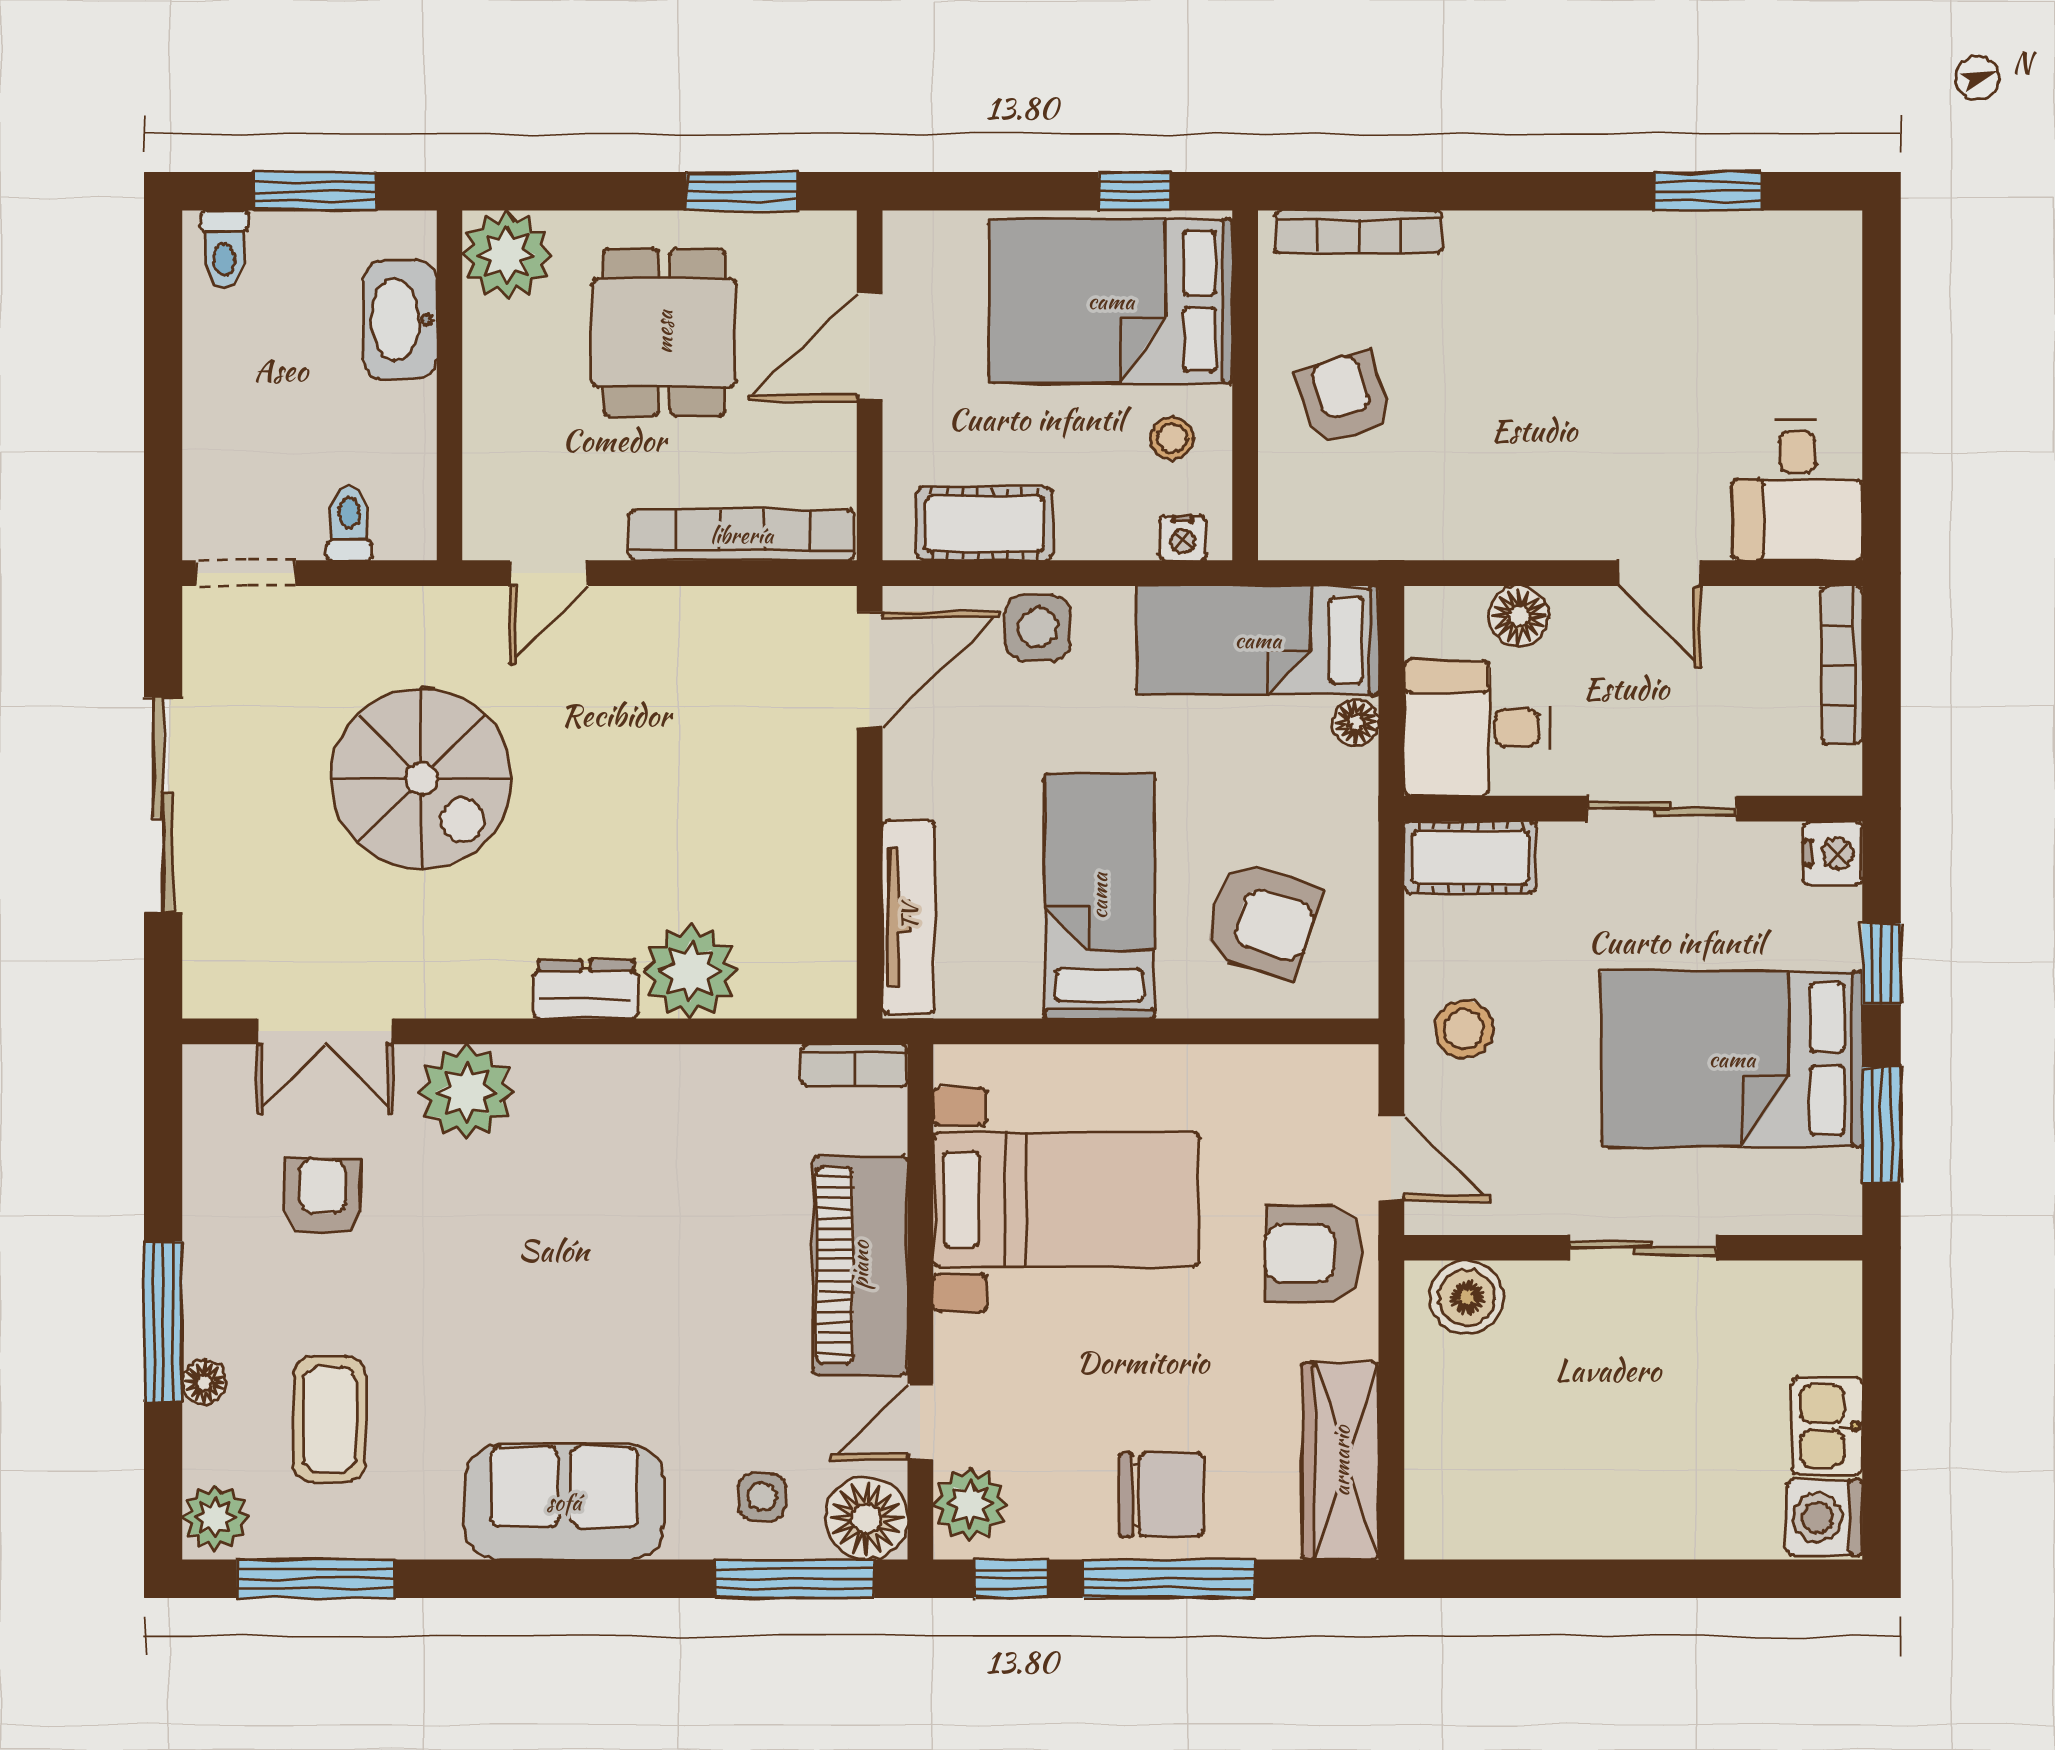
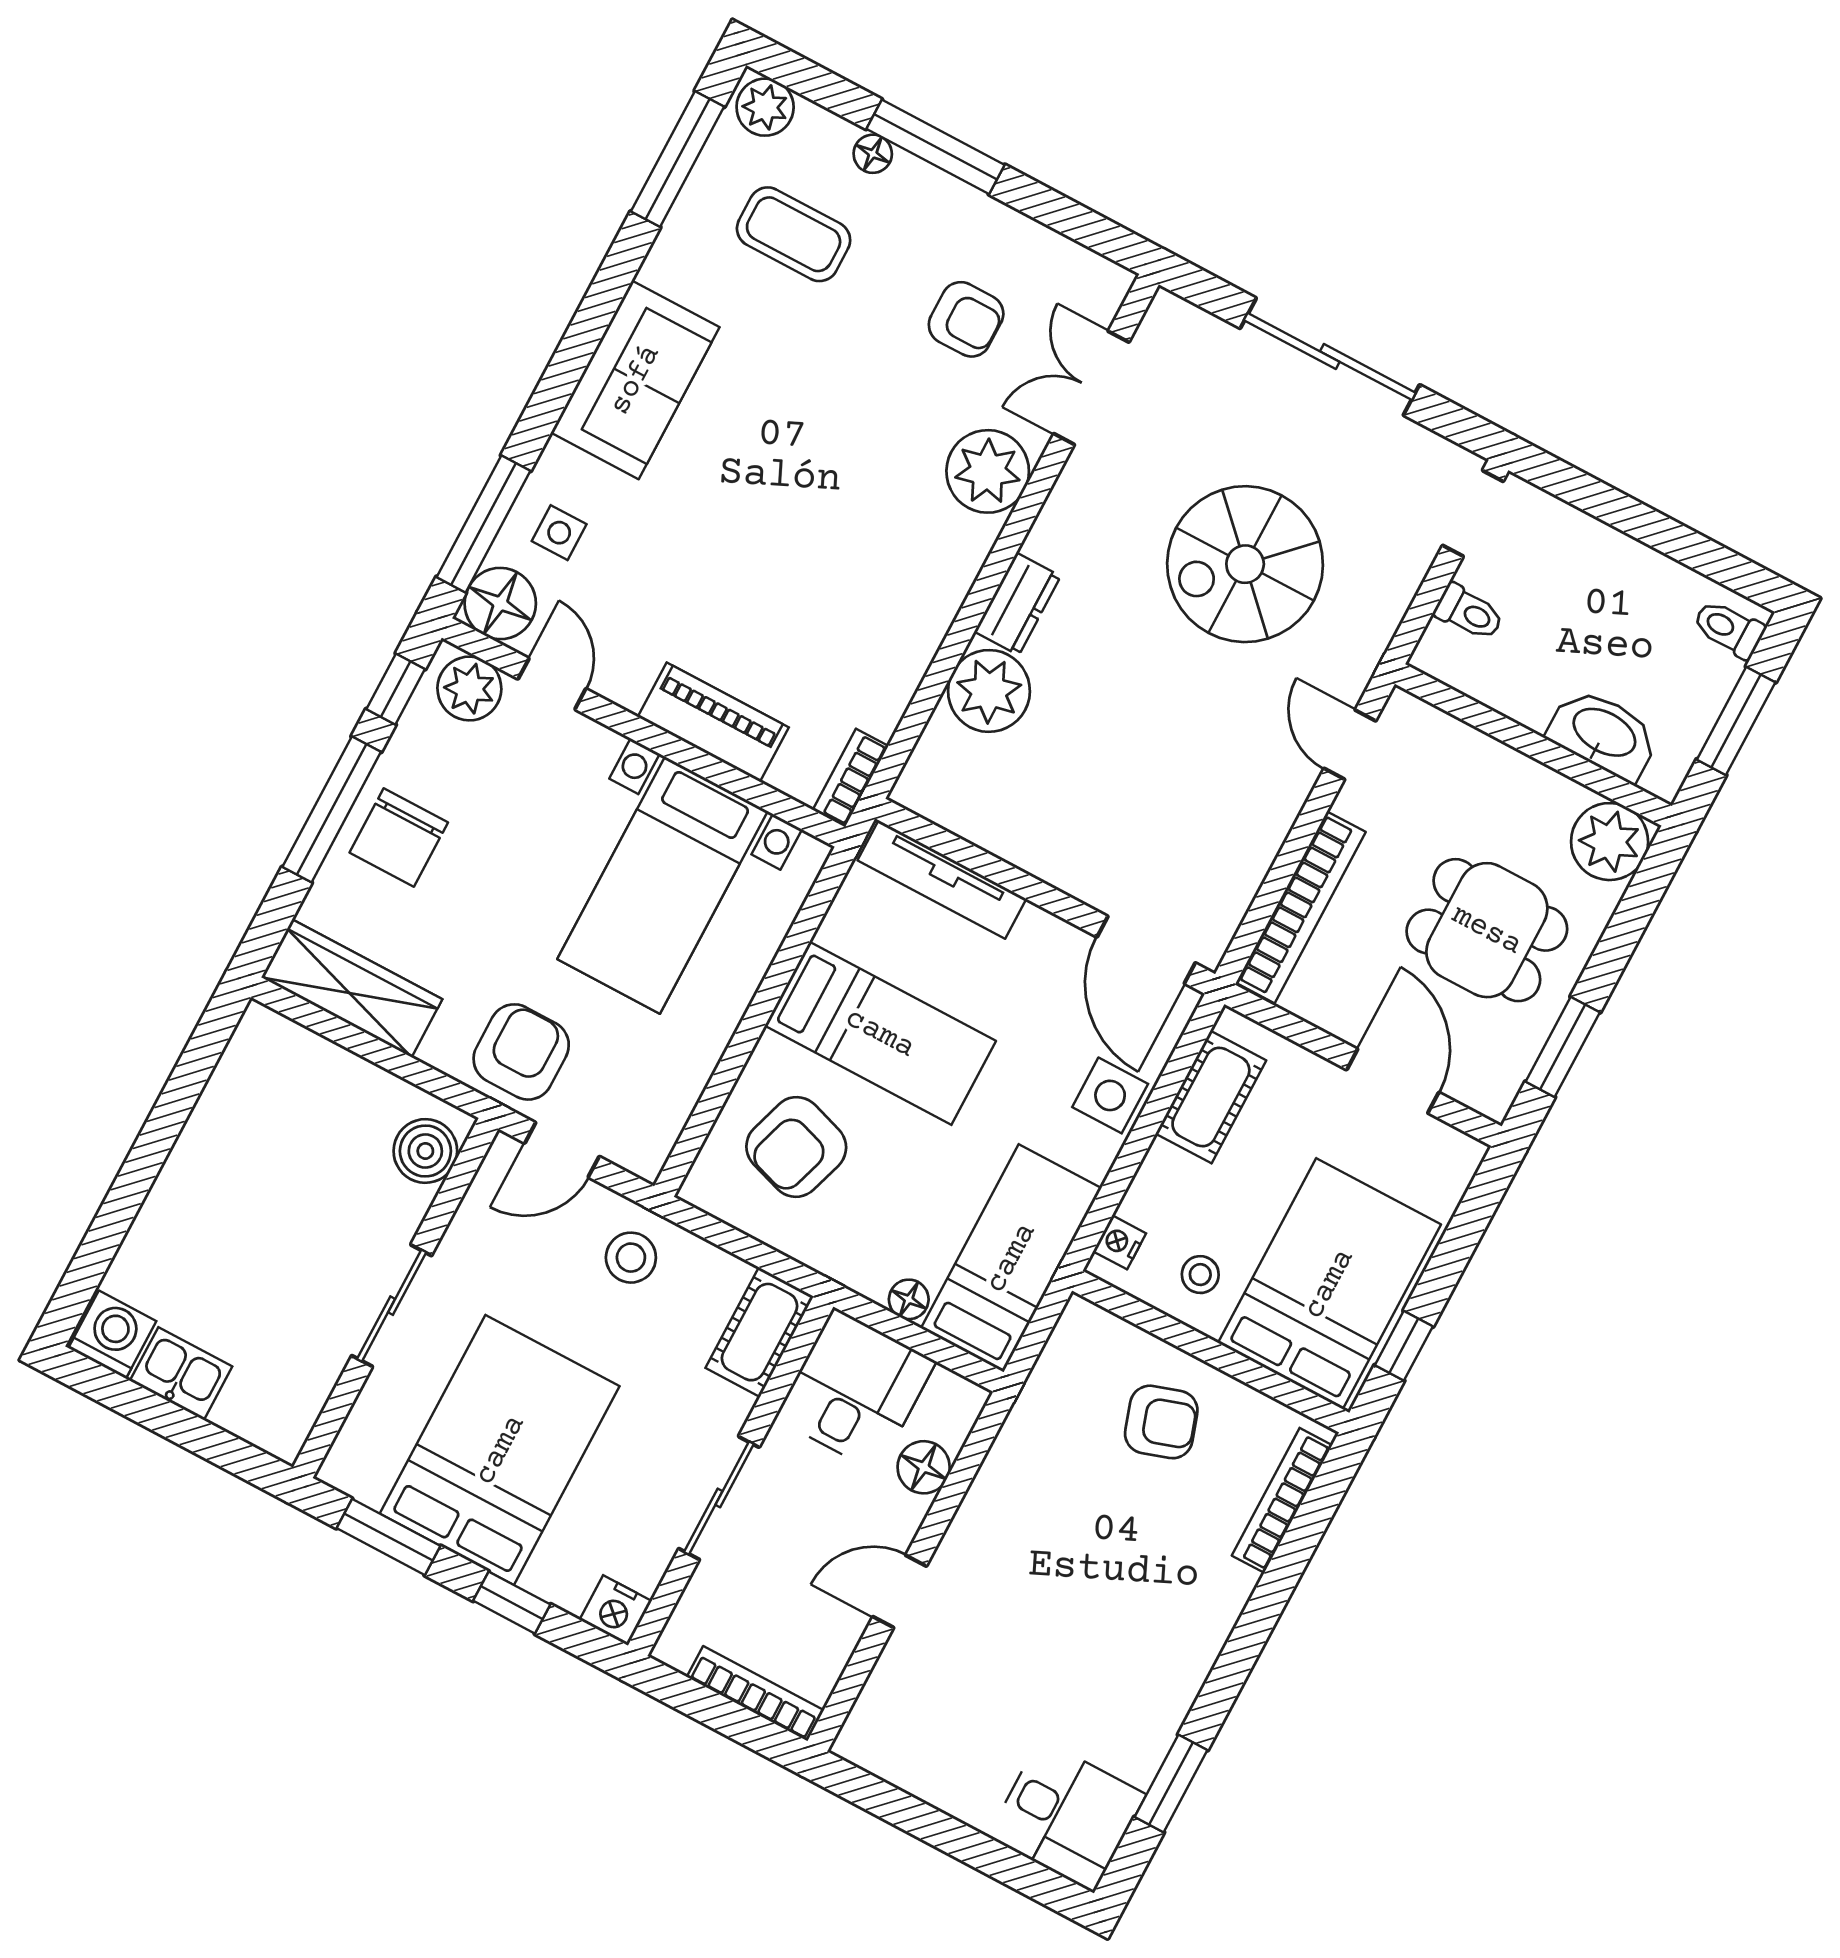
desk: (1797, 490) -> (1067, 1816), moved, turned 180
piano: (860, 1265) -> (713, 722), width x0.73, depth x0.75

